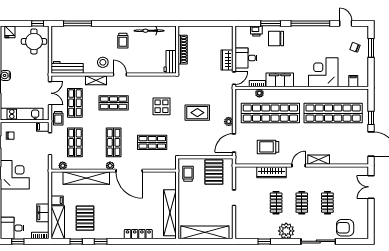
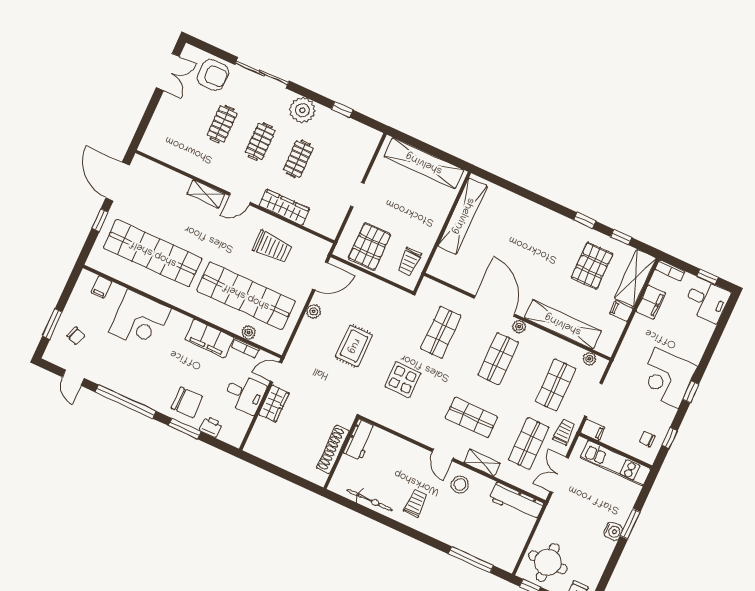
rug: (197, 113) -> (354, 346), turned 90
shop shelf: (152, 142) -> (441, 332), turned 90
double door: (371, 187) -> (168, 72), moved
locker: (138, 234) -> (524, 206), removed

